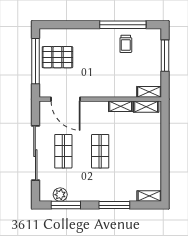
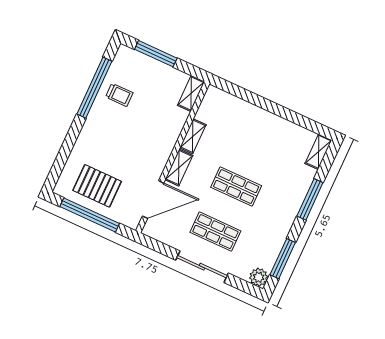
pallet: (57, 57) -> (97, 186), turned 90
shelving: (146, 107) -> (179, 168), moved
sliding door: (35, 153) -> (202, 267), width x0.73
plant: (60, 195) -> (259, 277), moved

